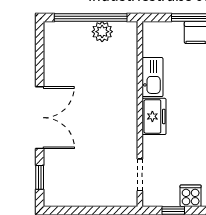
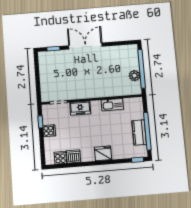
freezer: (154, 116) -> (80, 108), moved
double door: (40, 118) -> (85, 46), swing flipped

